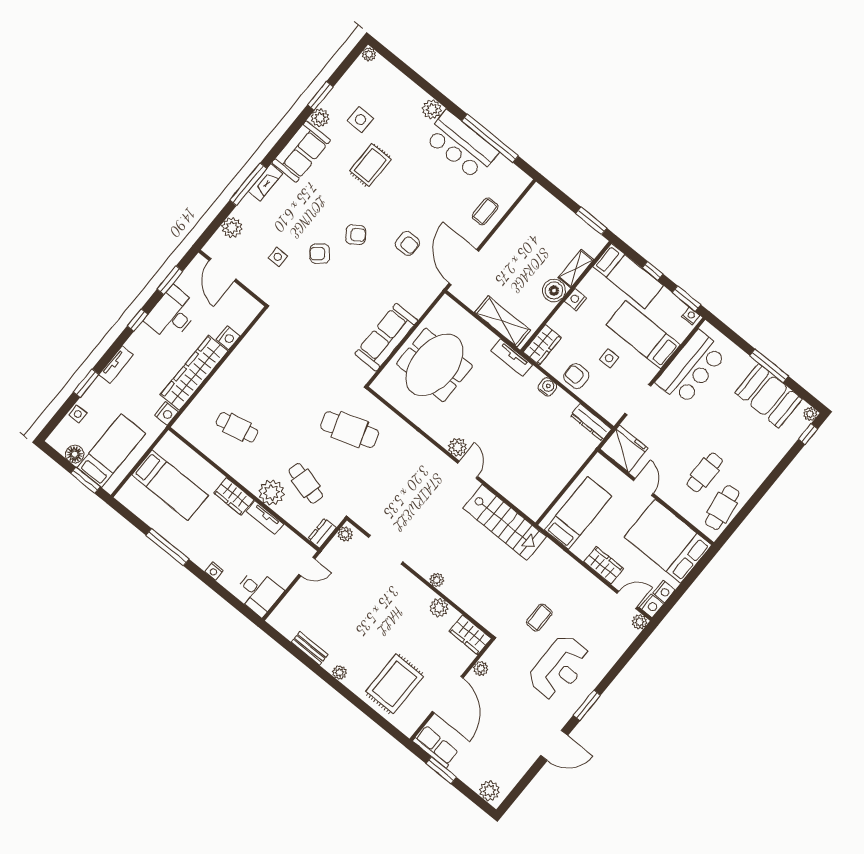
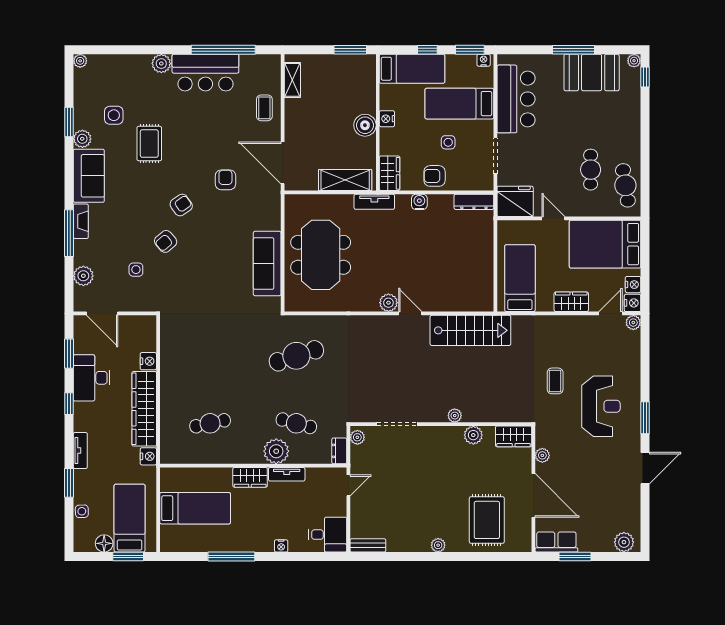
armchair: (407, 243) -> (225, 180), turned -90
shelving: (576, 269) -> (292, 80), moved
bench: (310, 648) -> (368, 545), moved

